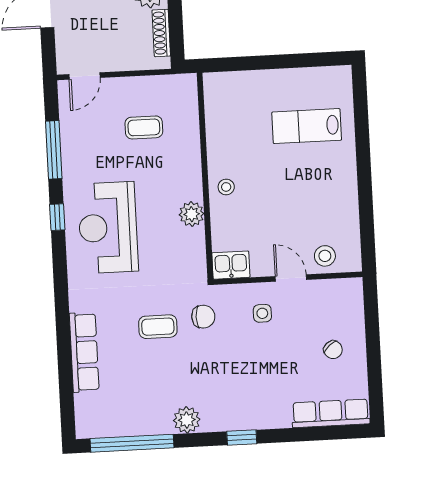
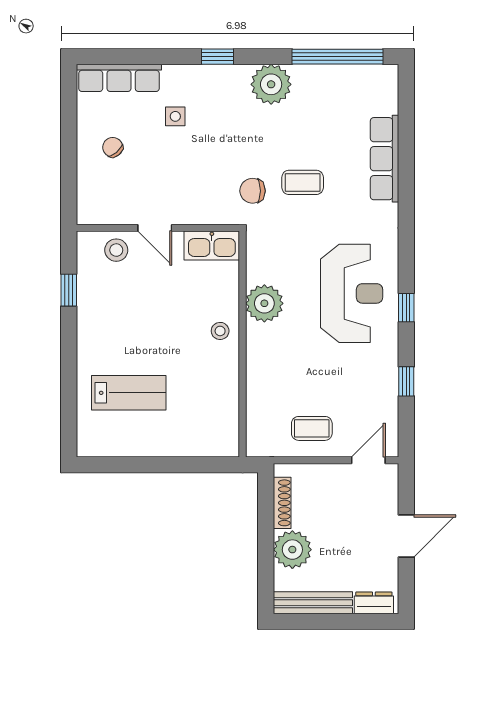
coffee table: (144, 127) -> (312, 428), moved
window: (54, 150) -> (406, 381), width x0.46
plant: (192, 214) -> (264, 303), width x1.36, depth x1.36
window: (366, 217) -> (69, 290), added
kitchen sink: (231, 265) -> (212, 245), width x1.38
side table: (262, 313) -> (175, 116), moved
plant: (187, 420) -> (271, 84), width x1.36, depth x1.36

